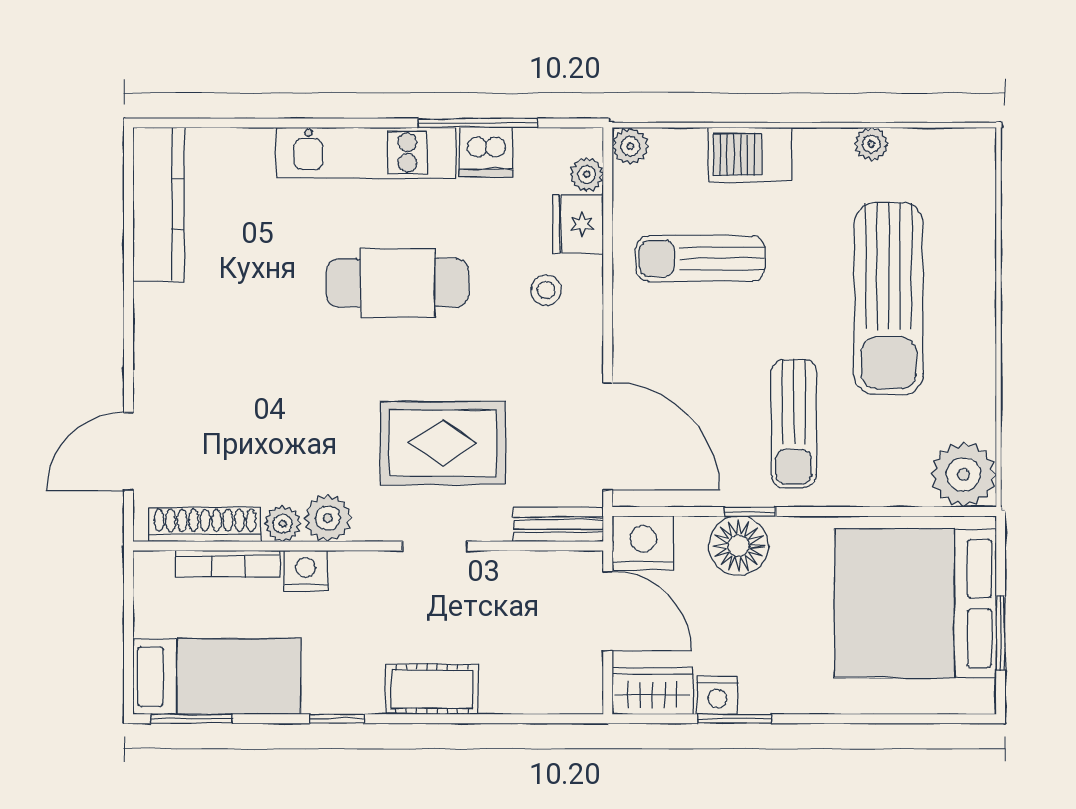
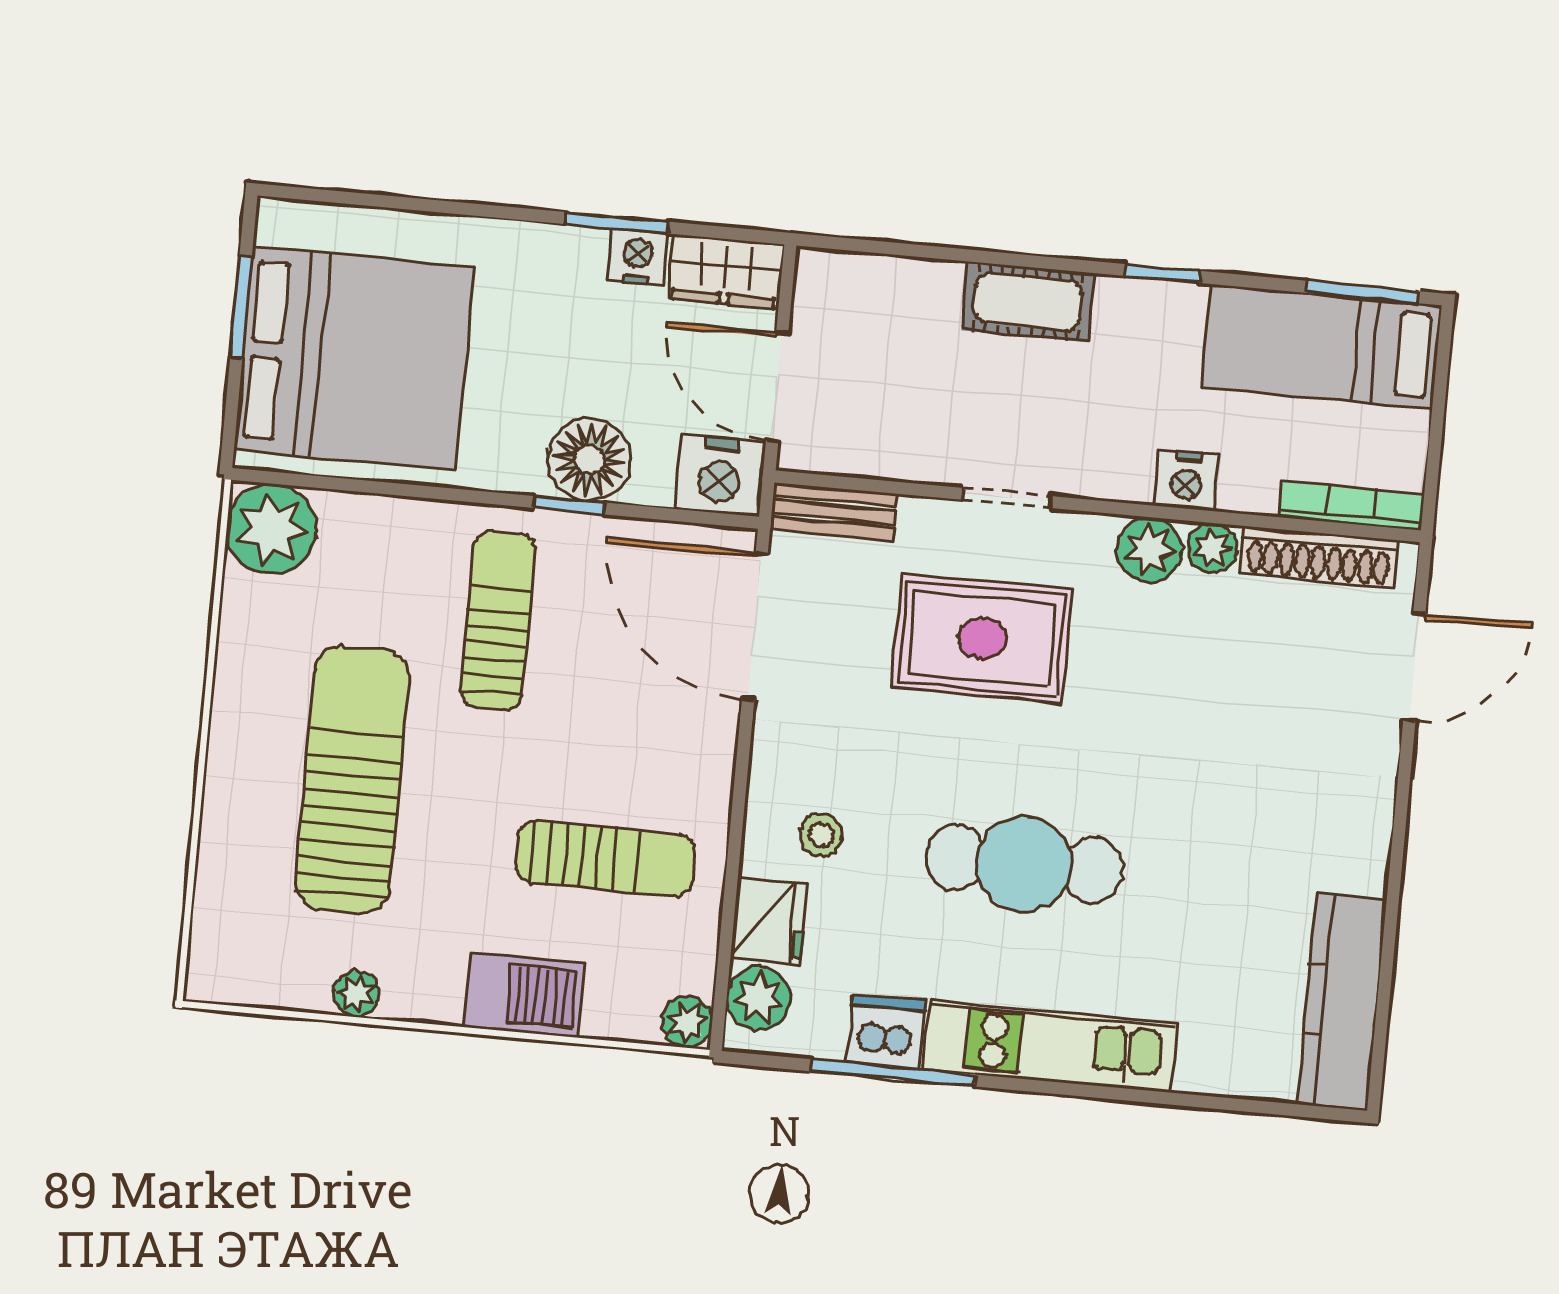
plant: (587, 174) -> (758, 998), width x1.38, depth x1.38
bookcase: (228, 564) -> (1351, 506), moved

